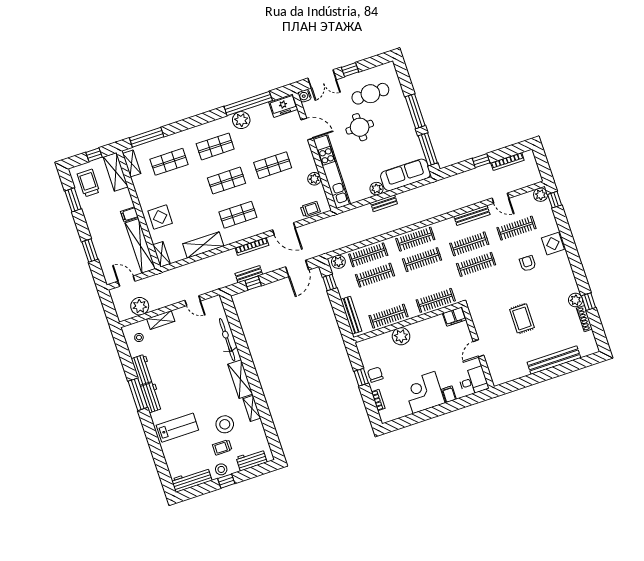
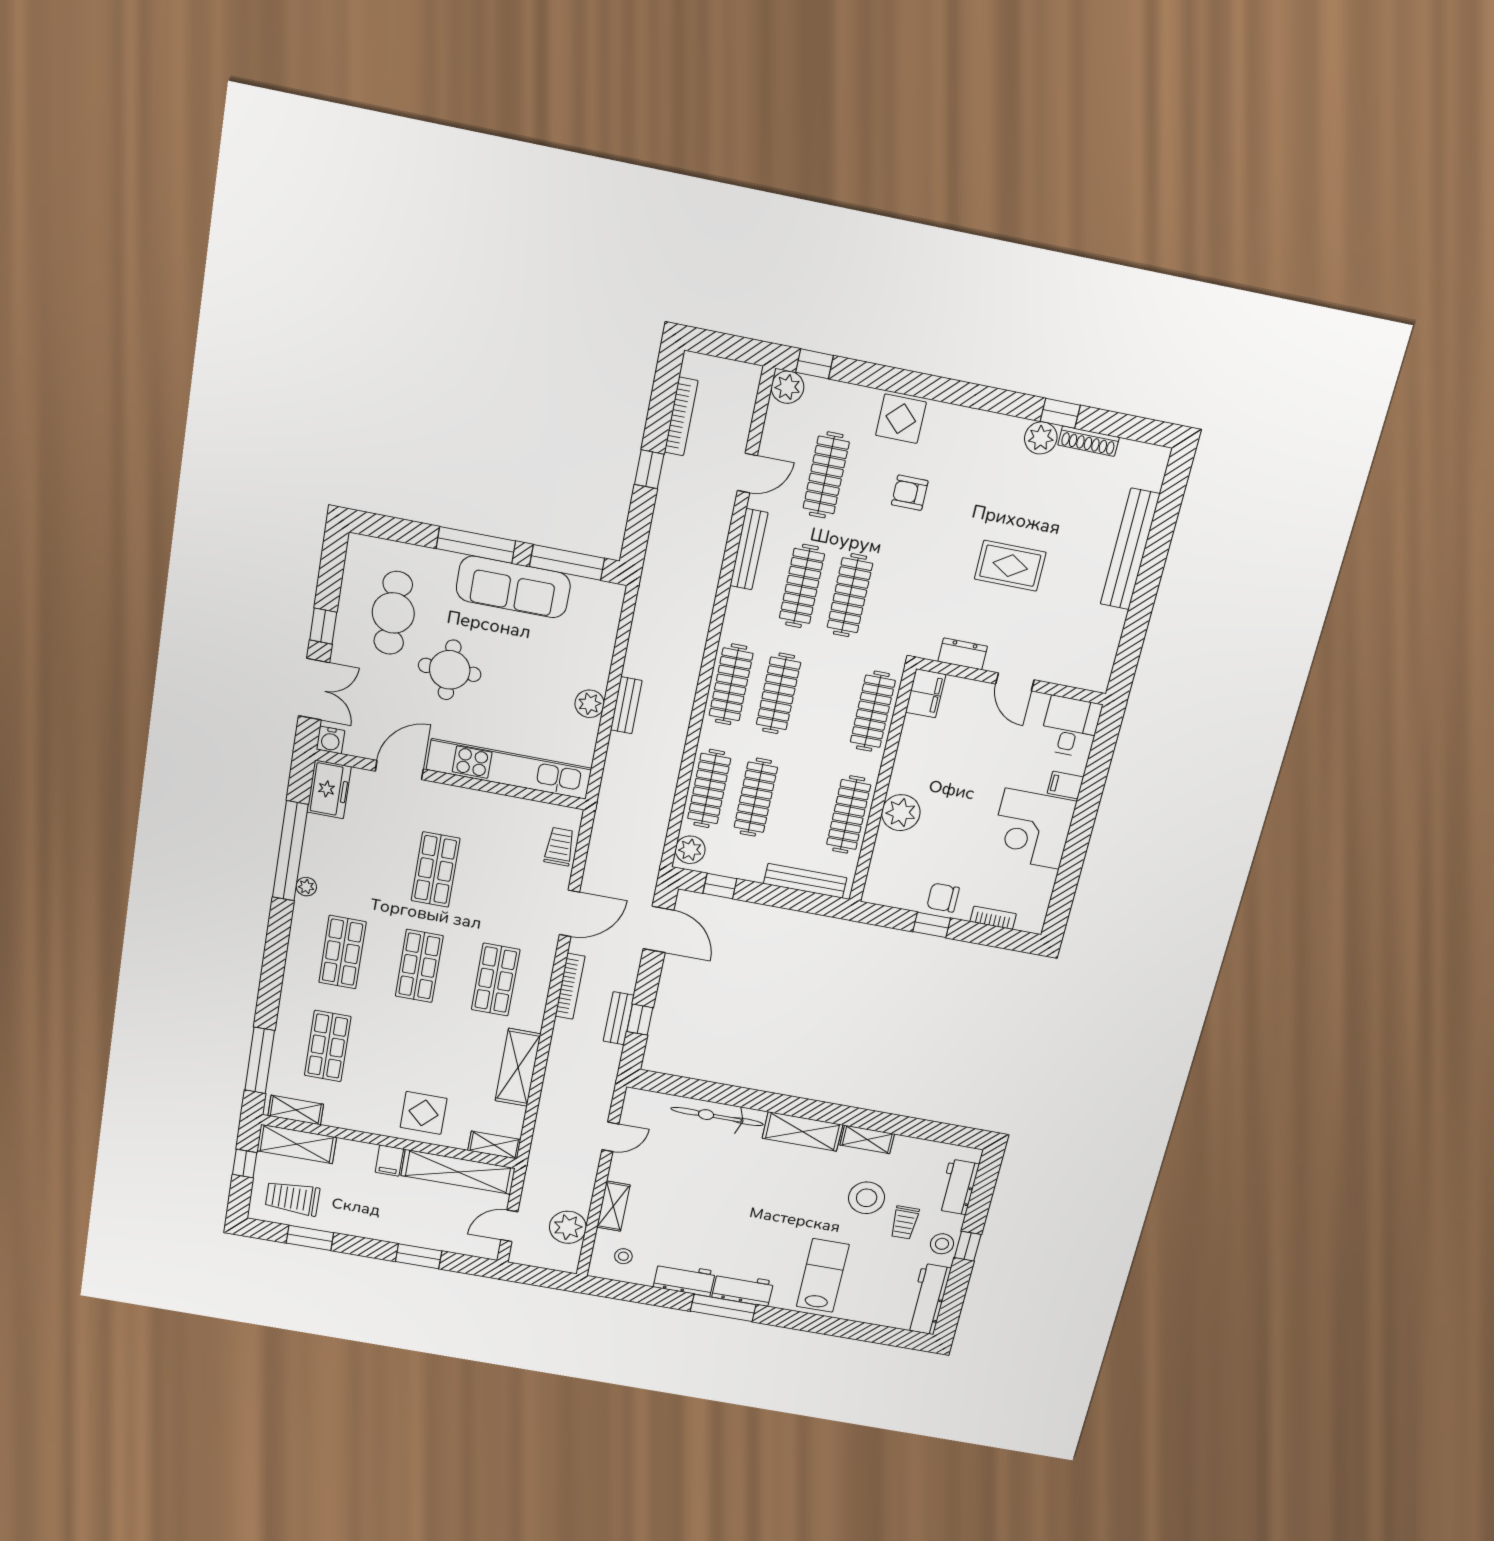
plant: (241, 120) -> (306, 887), width x0.53, depth x0.53
sofa: (405, 175) -> (513, 587), moved, turned -90
plant: (314, 179) -> (505, 808), removed
dresser: (478, 321) -> (963, 654), added

